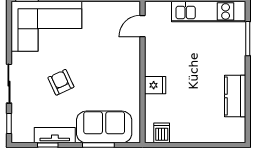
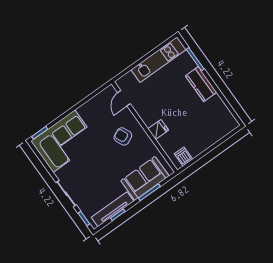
armchair: (61, 82) -> (123, 136), moved
kitchen counter: (235, 96) -> (201, 84), moved
tv unit: (55, 135) -> (113, 209), width x1.41

